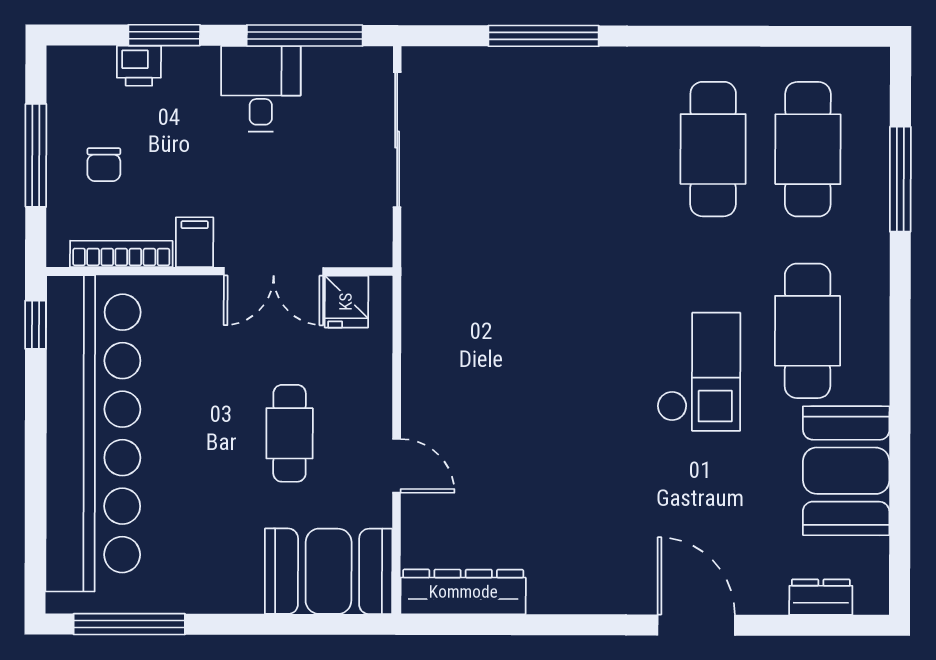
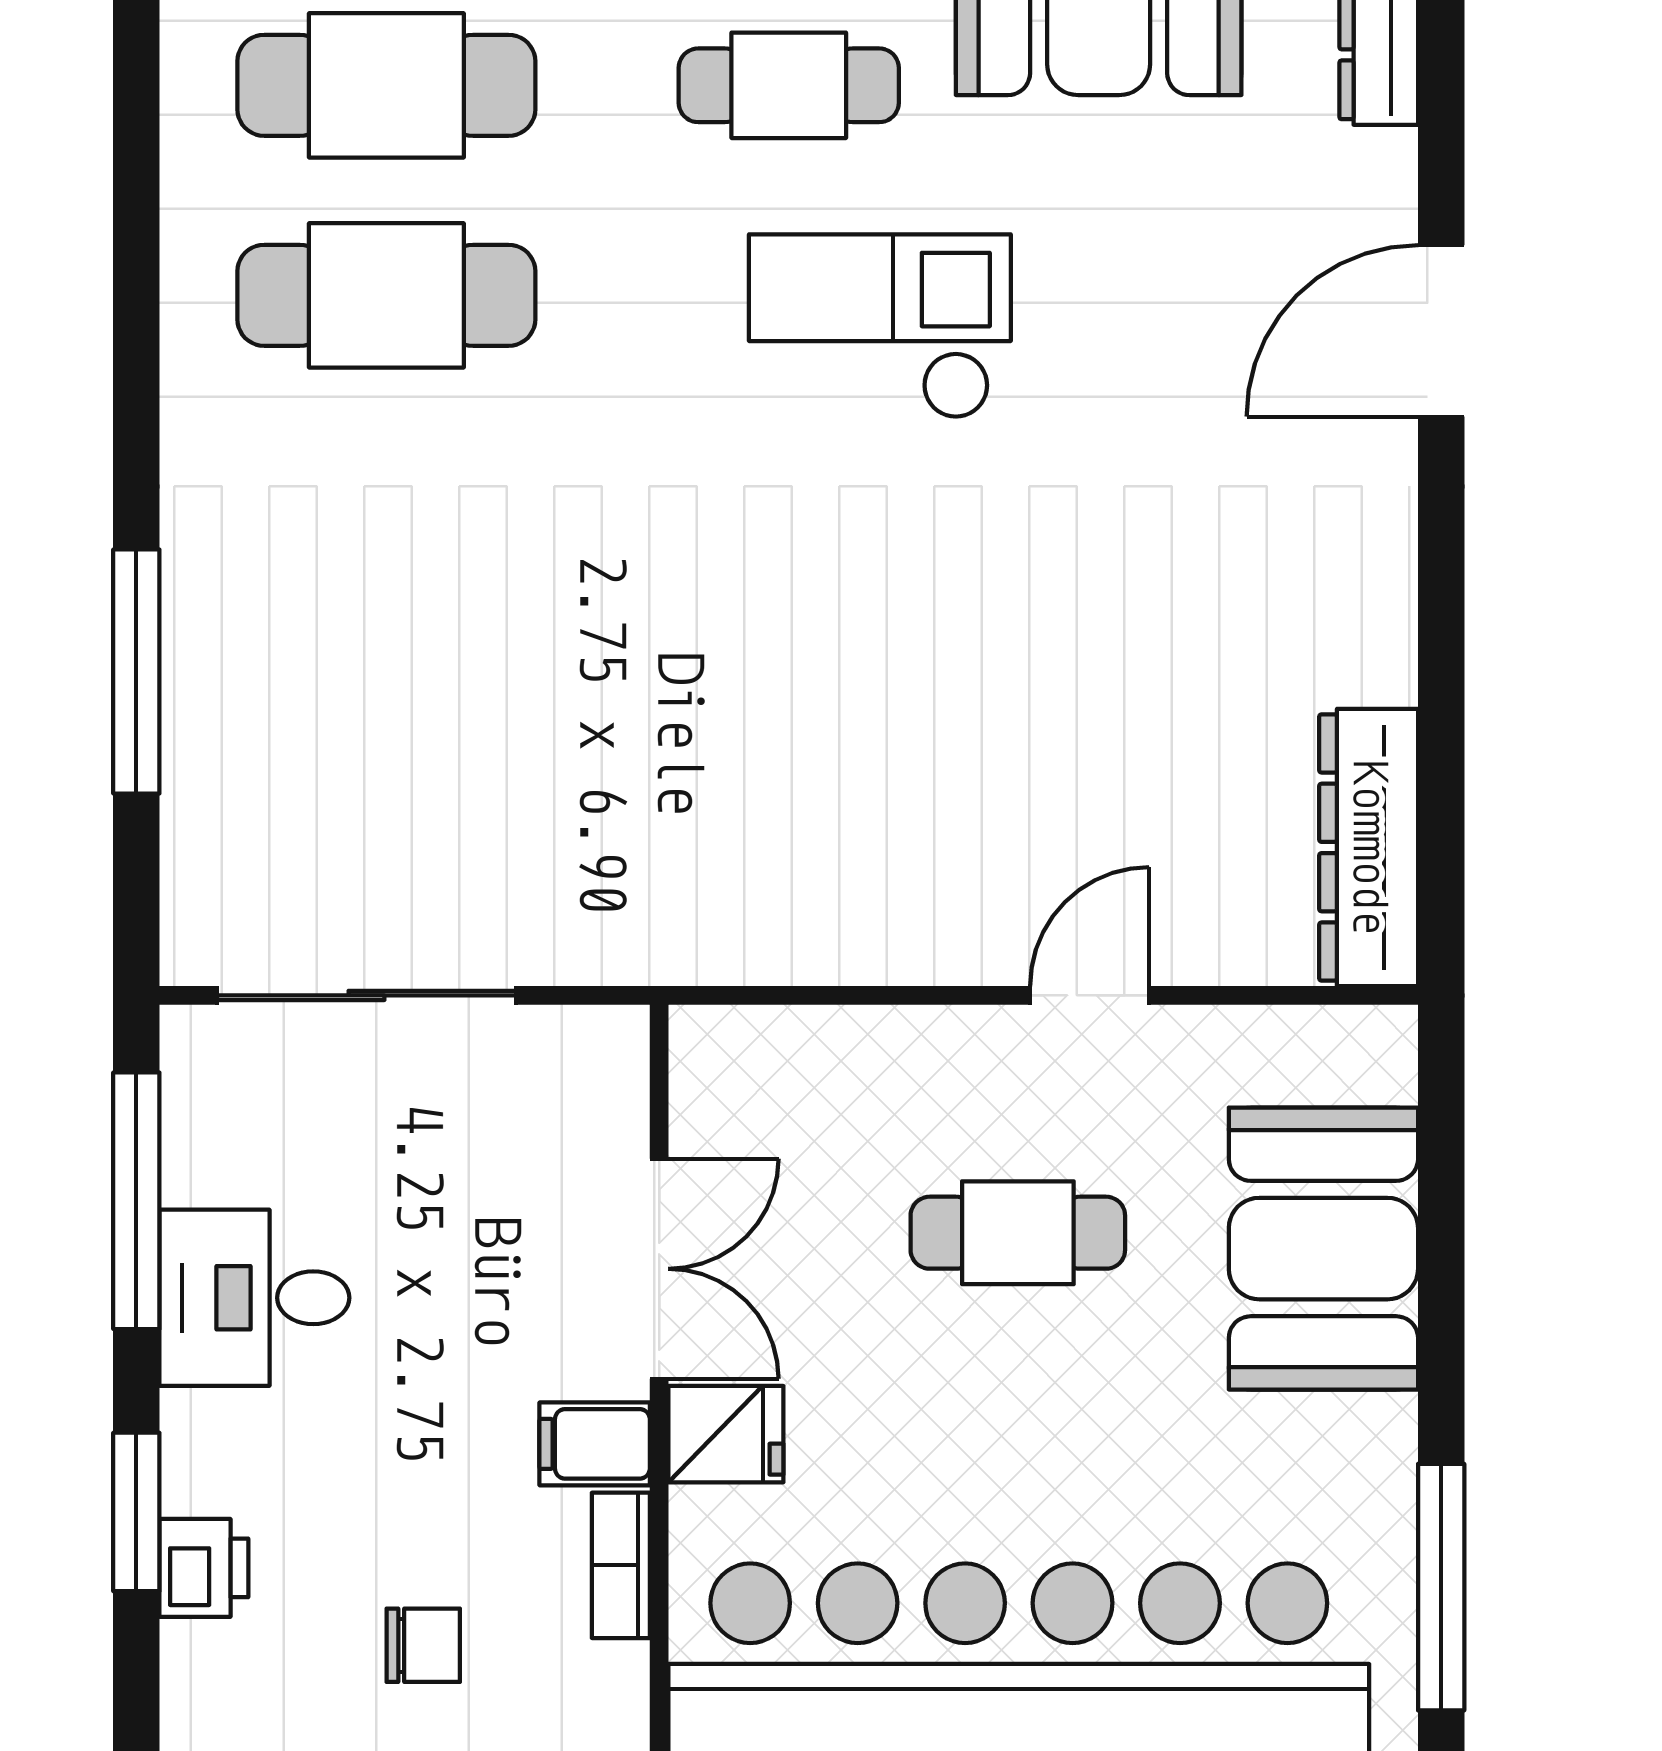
bookcase: (121, 254) -> (621, 1565), width x0.64
fridge: (346, 302) -> (726, 1434), moved
cafe table: (808, 331) -> (789, 85), width x0.73, depth x0.74
booth: (329, 571) -> (1323, 1249), moved

